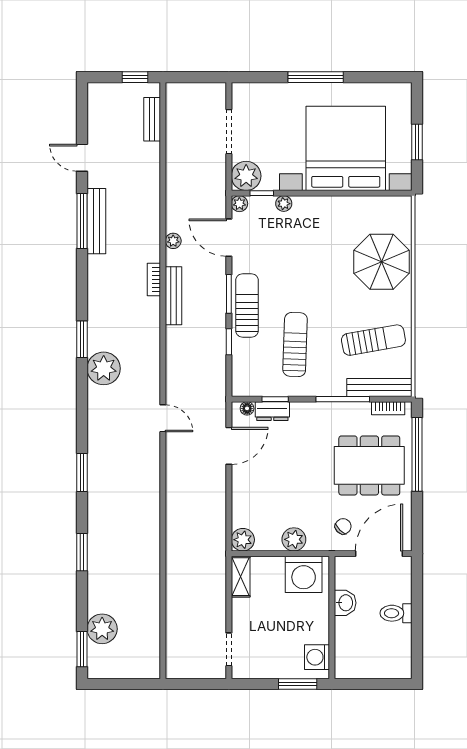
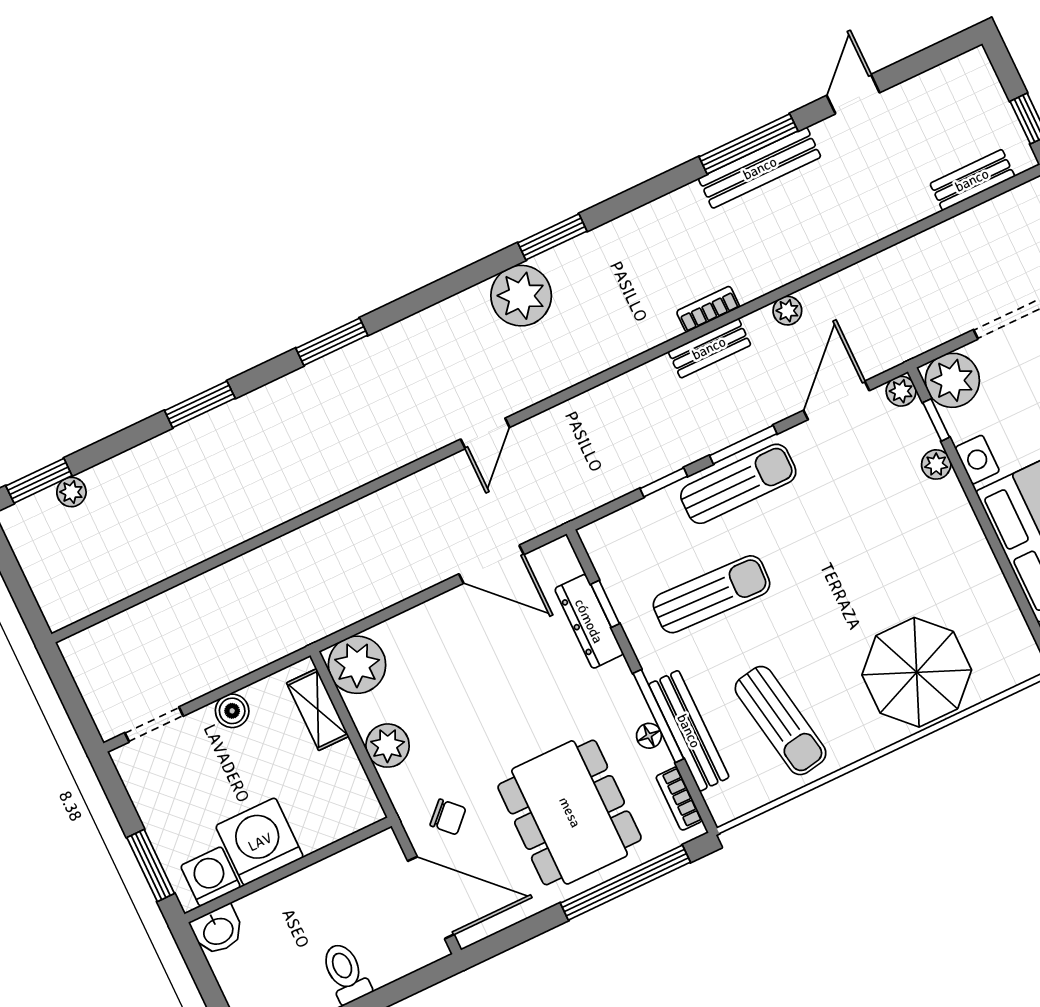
bench: (174, 296) -> (709, 348), width x0.73
bench: (379, 388) -> (689, 731), moved
floor lamp: (247, 408) -> (649, 736), moved
dresser: (272, 411) -> (589, 621), width x1.44
plant: (243, 540) -> (357, 665), width x1.36, depth x1.36
washing machine: (304, 574) -> (260, 842), moved, turned 90
shelving: (241, 577) -> (318, 710), moved, turned 90
washbasin: (345, 603) -> (218, 930), moved
boiler: (240, 608) -> (232, 711), added
plant: (102, 629) -> (71, 492), width x0.53, depth x0.53

